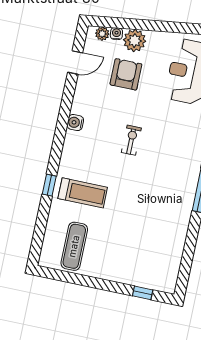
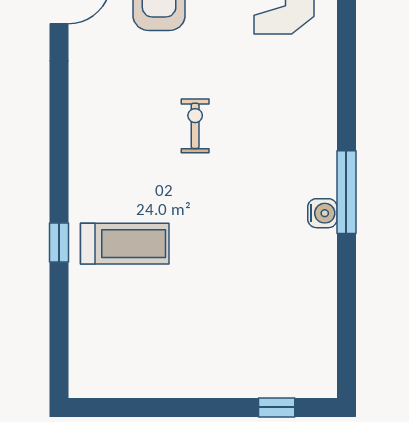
water cooler: (75, 123) -> (322, 213), moved, turned 180
exercise mat: (74, 246) -> (130, 347), removed

